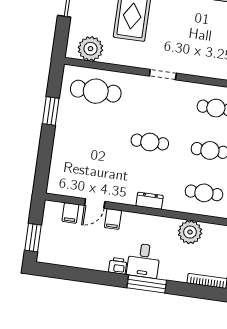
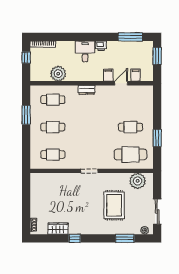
cafe table: (150, 142) -> (130, 127), moved
window: (147, 284) -> (130, 37), moved

